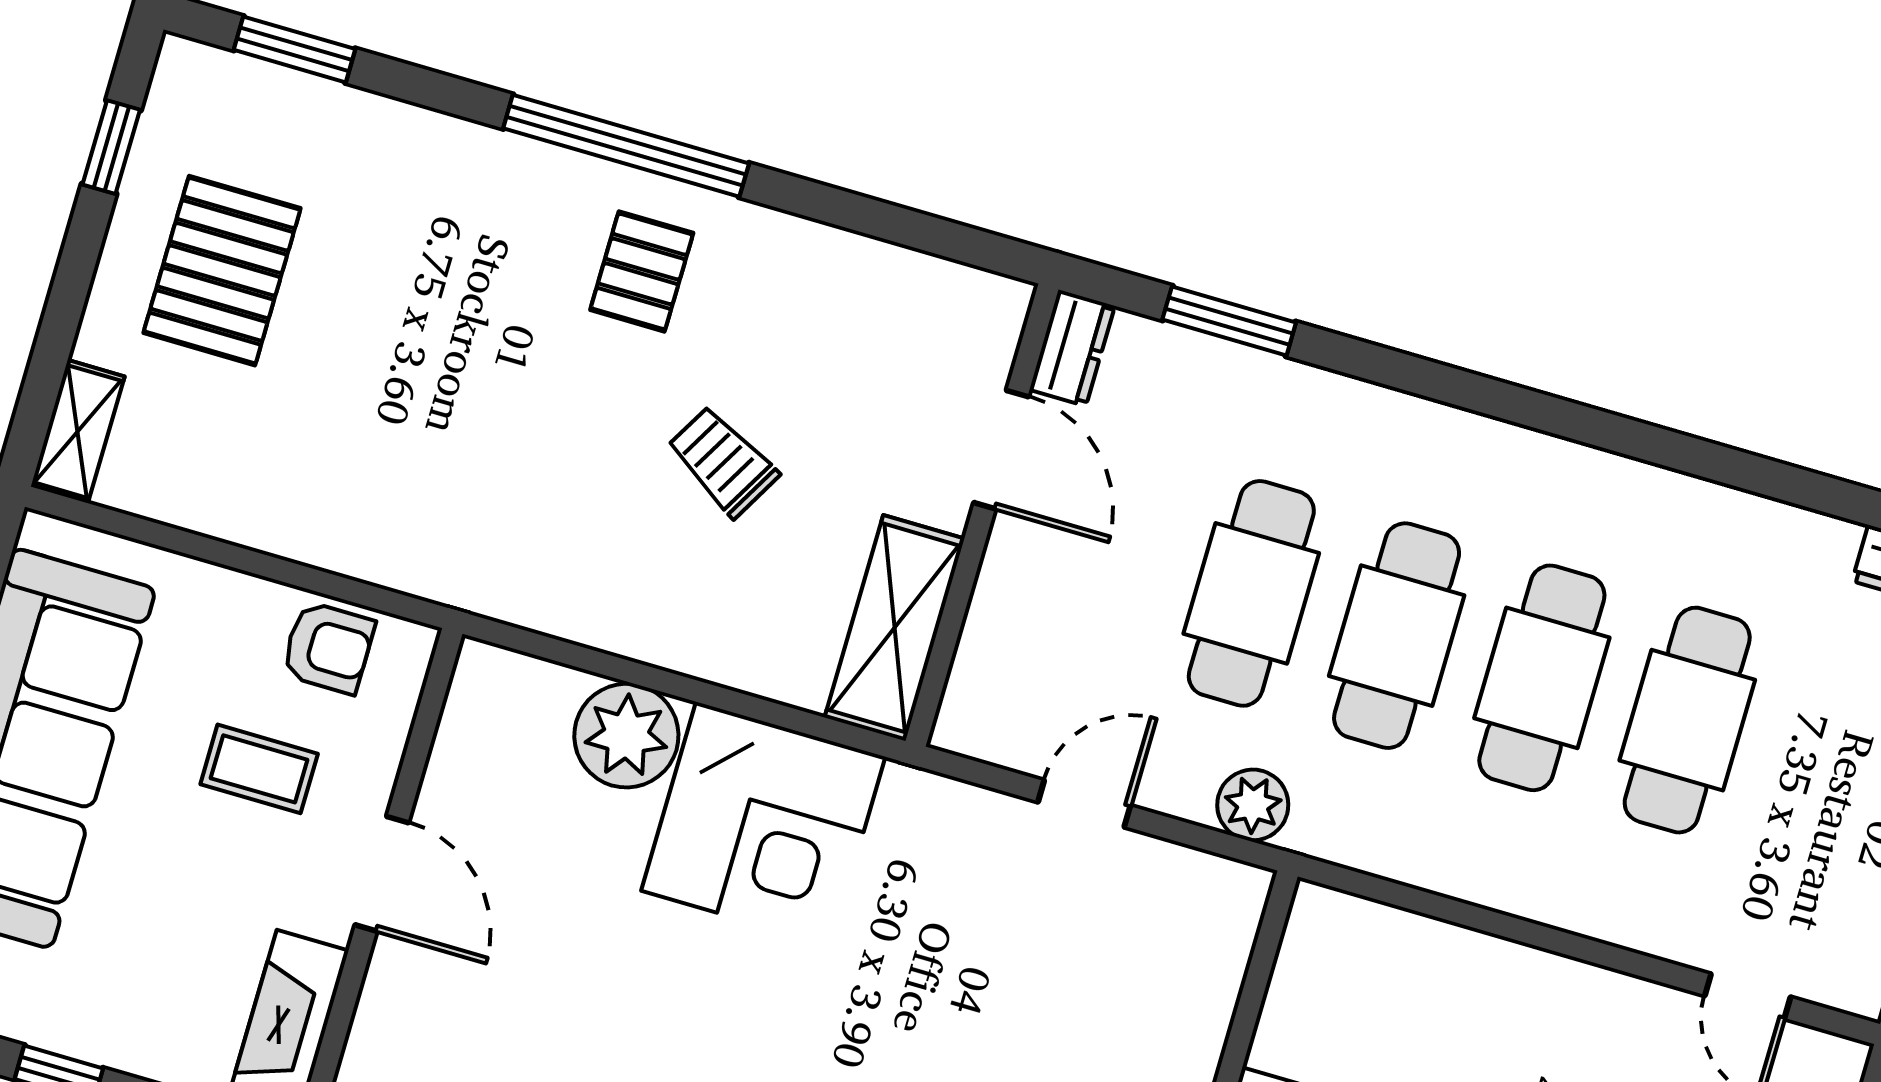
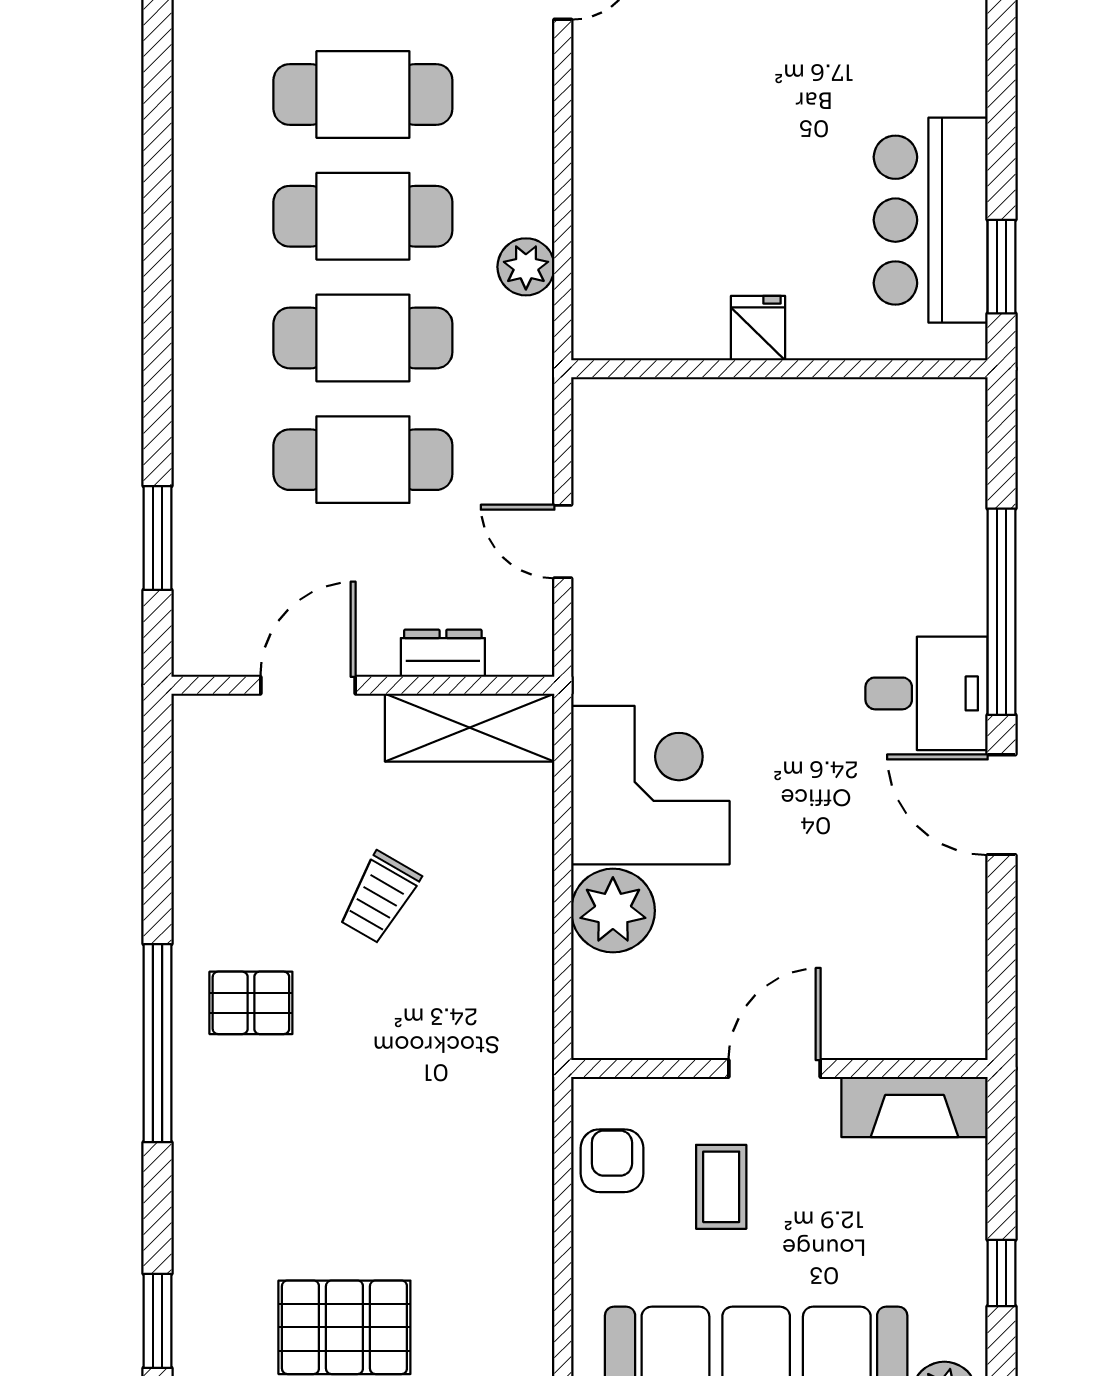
dresser: (1072, 348) -> (443, 653), moved
plant: (1253, 805) -> (526, 267), moved

